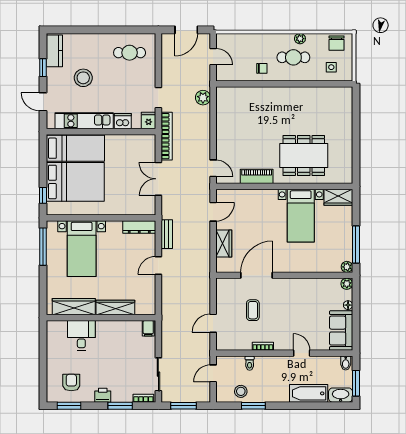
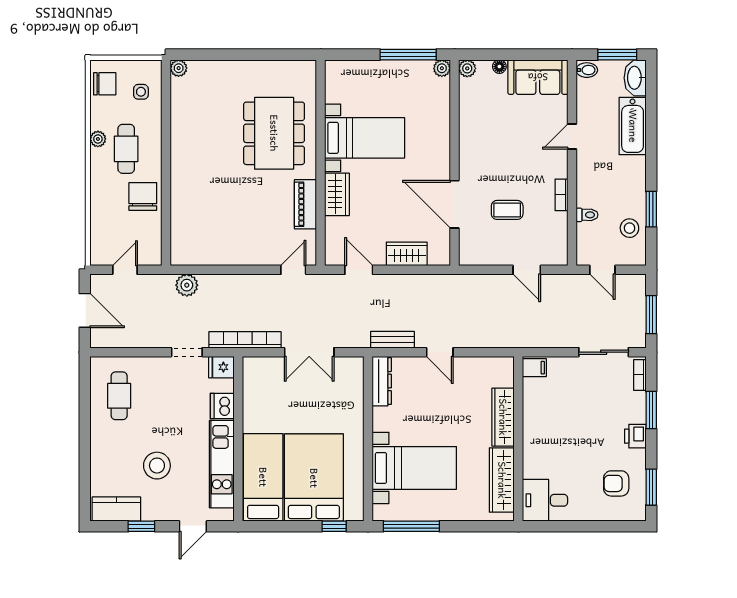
chair: (262, 68) -> (143, 196), width x1.87, depth x1.87
plant: (347, 92) -> (179, 68), added
wardrobe: (338, 197) -> (337, 194), moved
desk: (81, 335) -> (545, 500), moved

